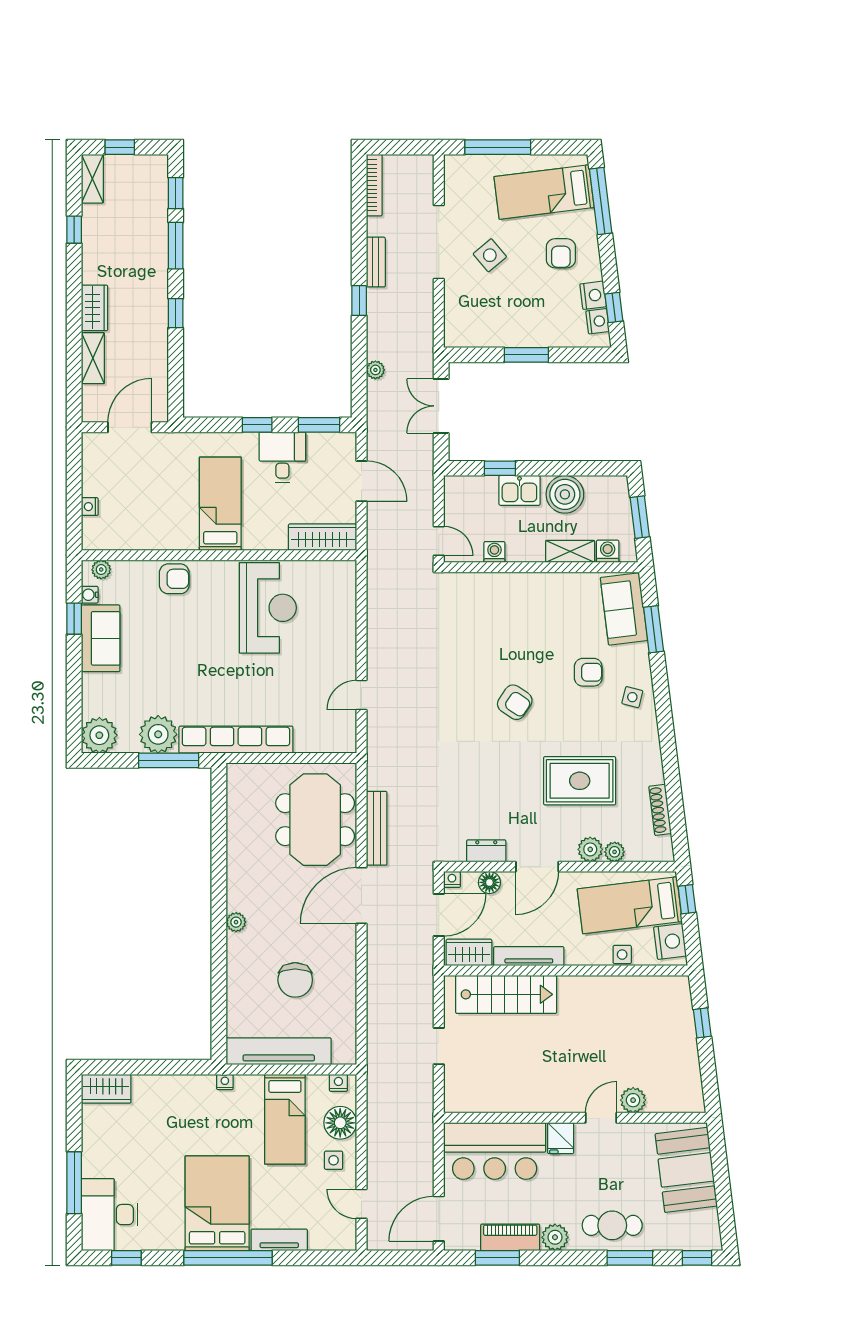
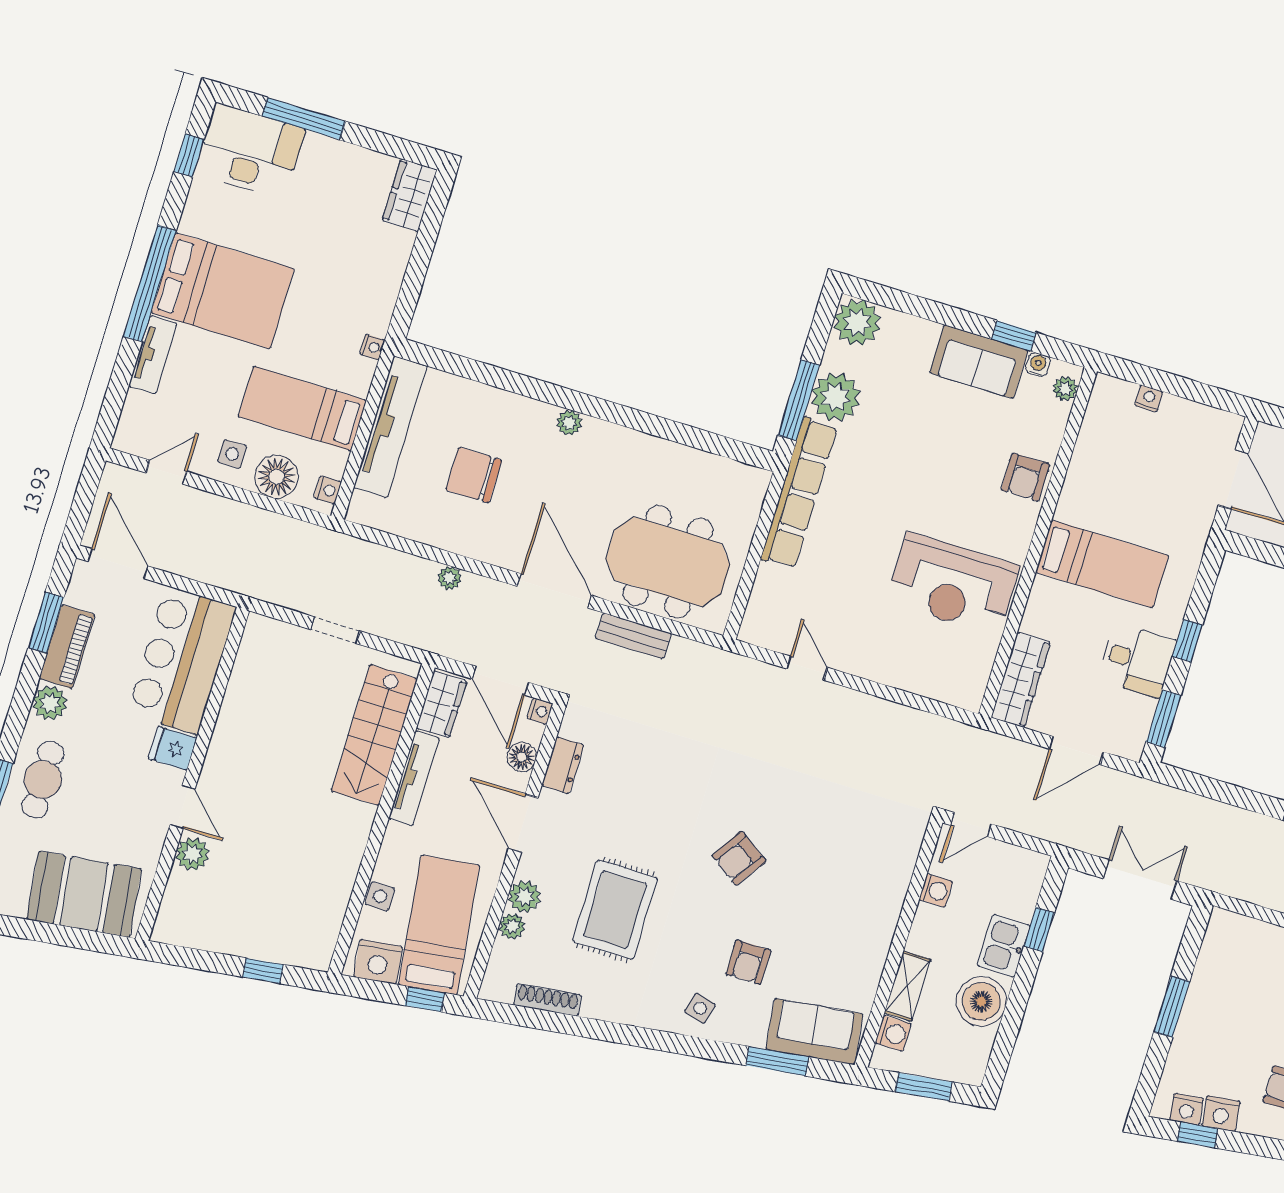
plant: (375, 370) -> (450, 578), moved
bench: (377, 828) -> (633, 636), width x0.73

